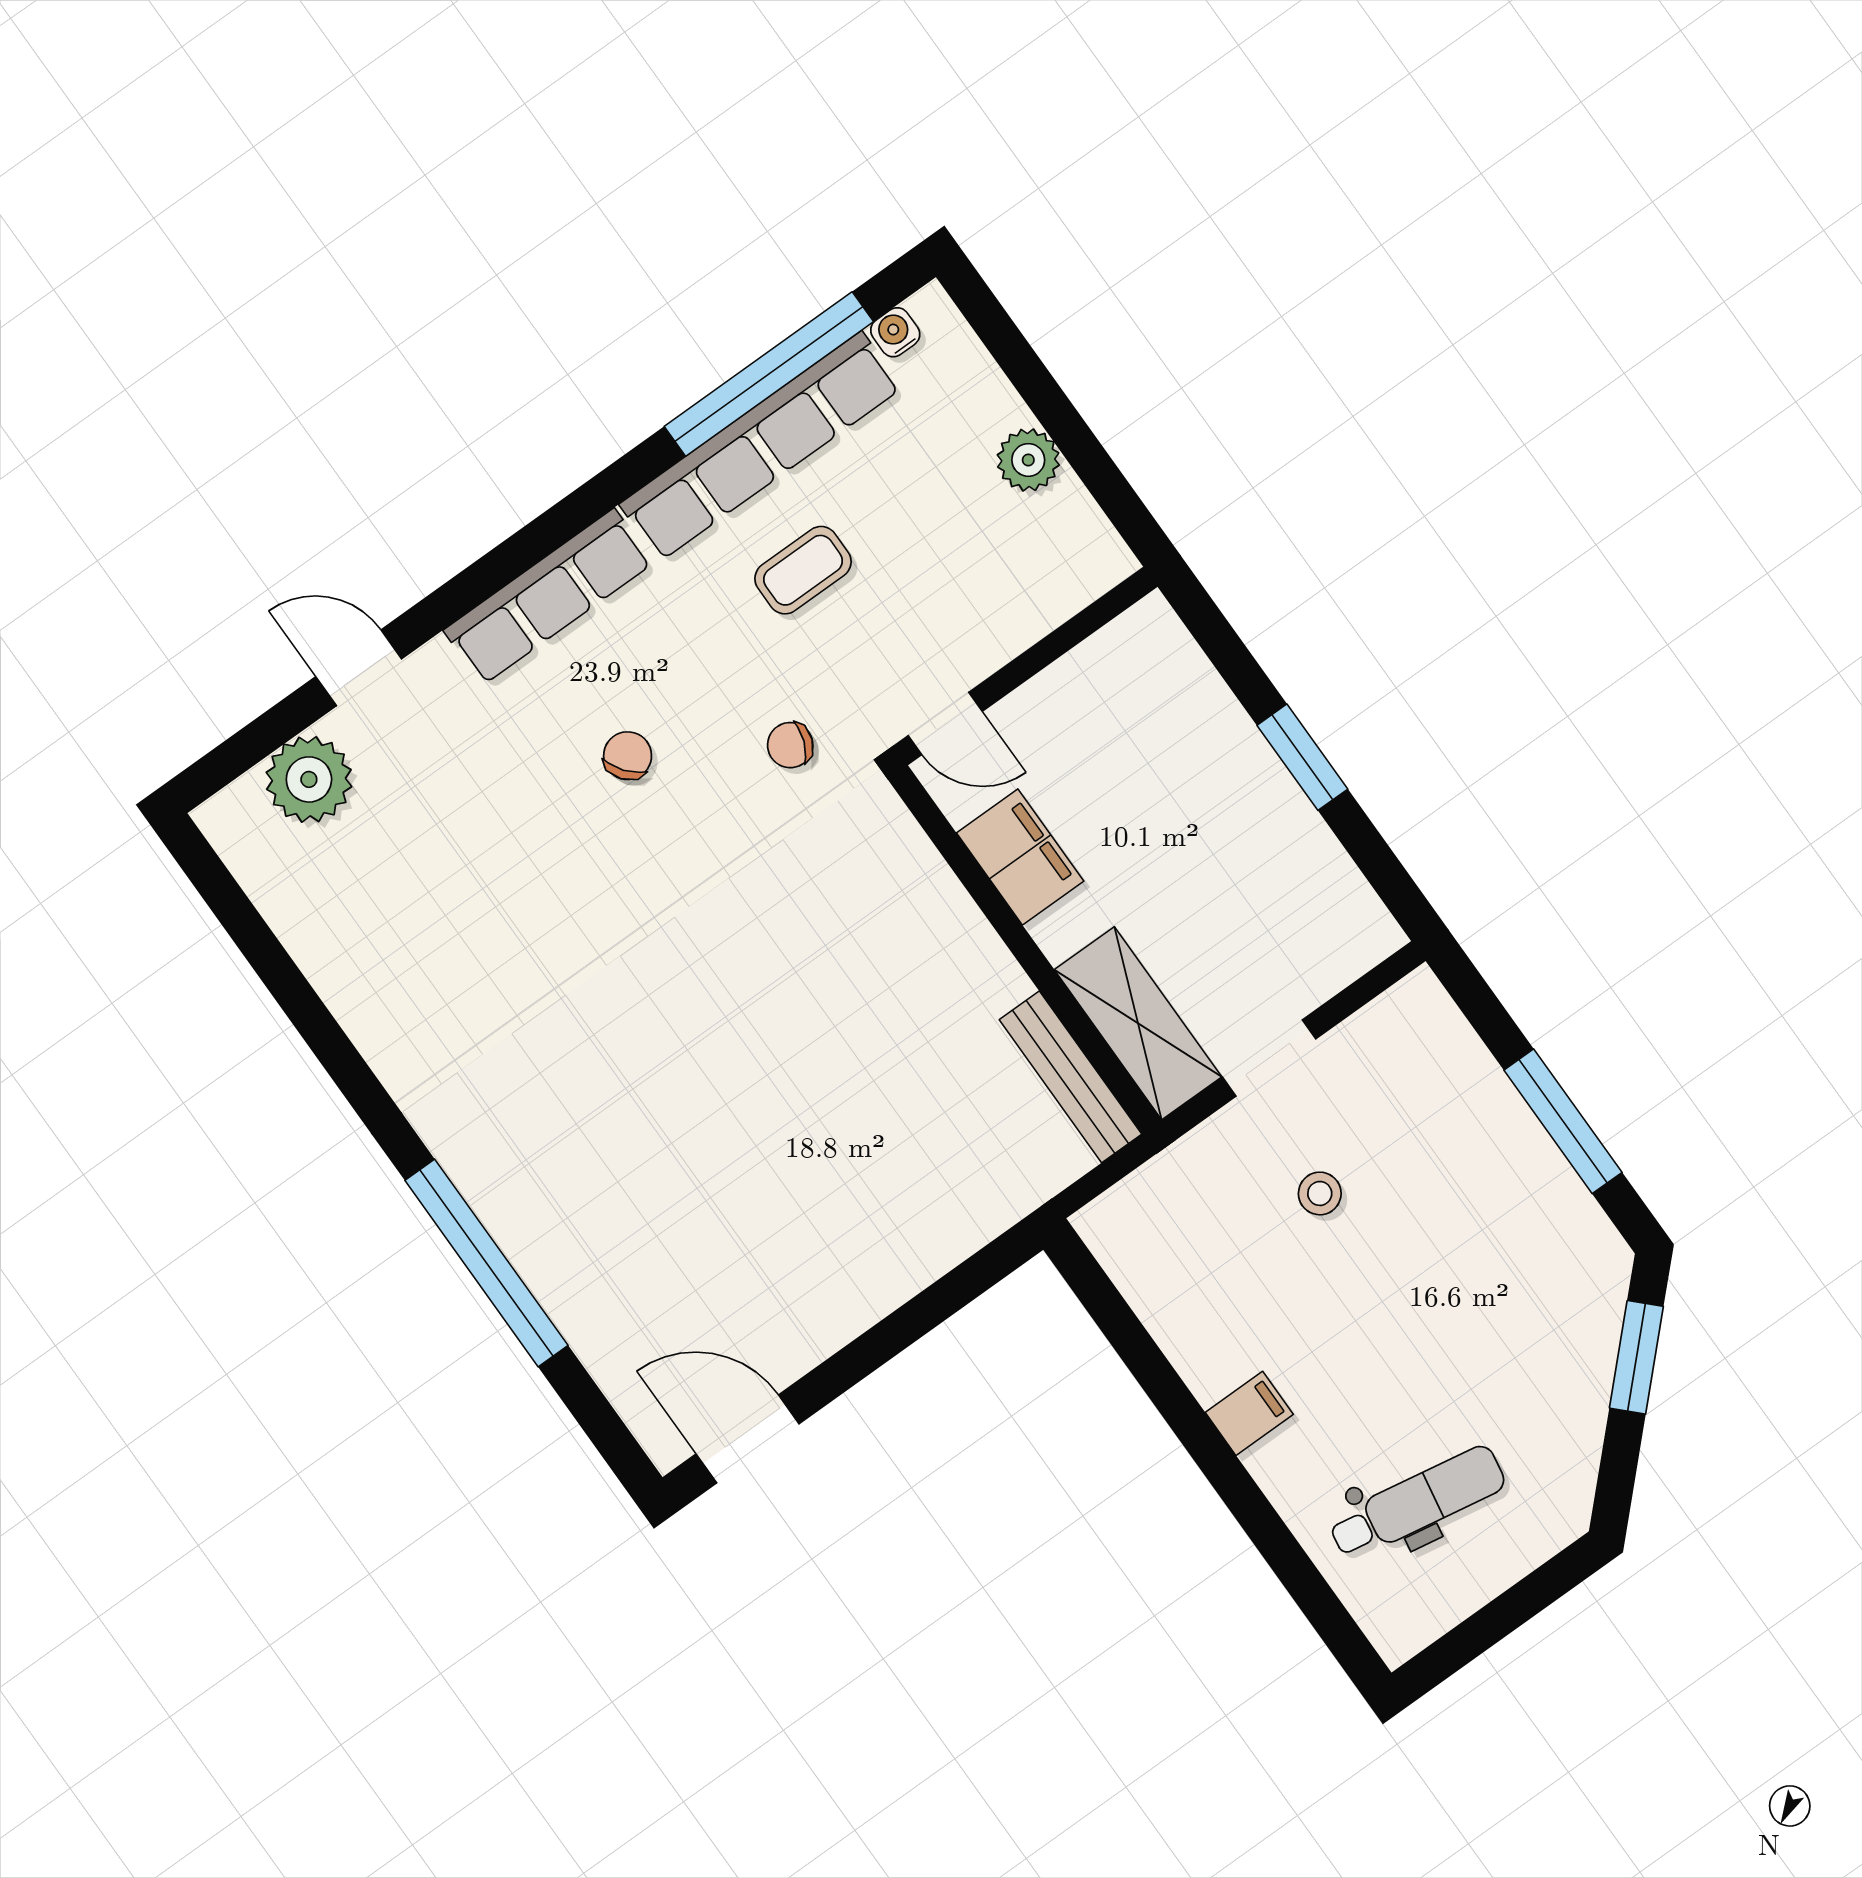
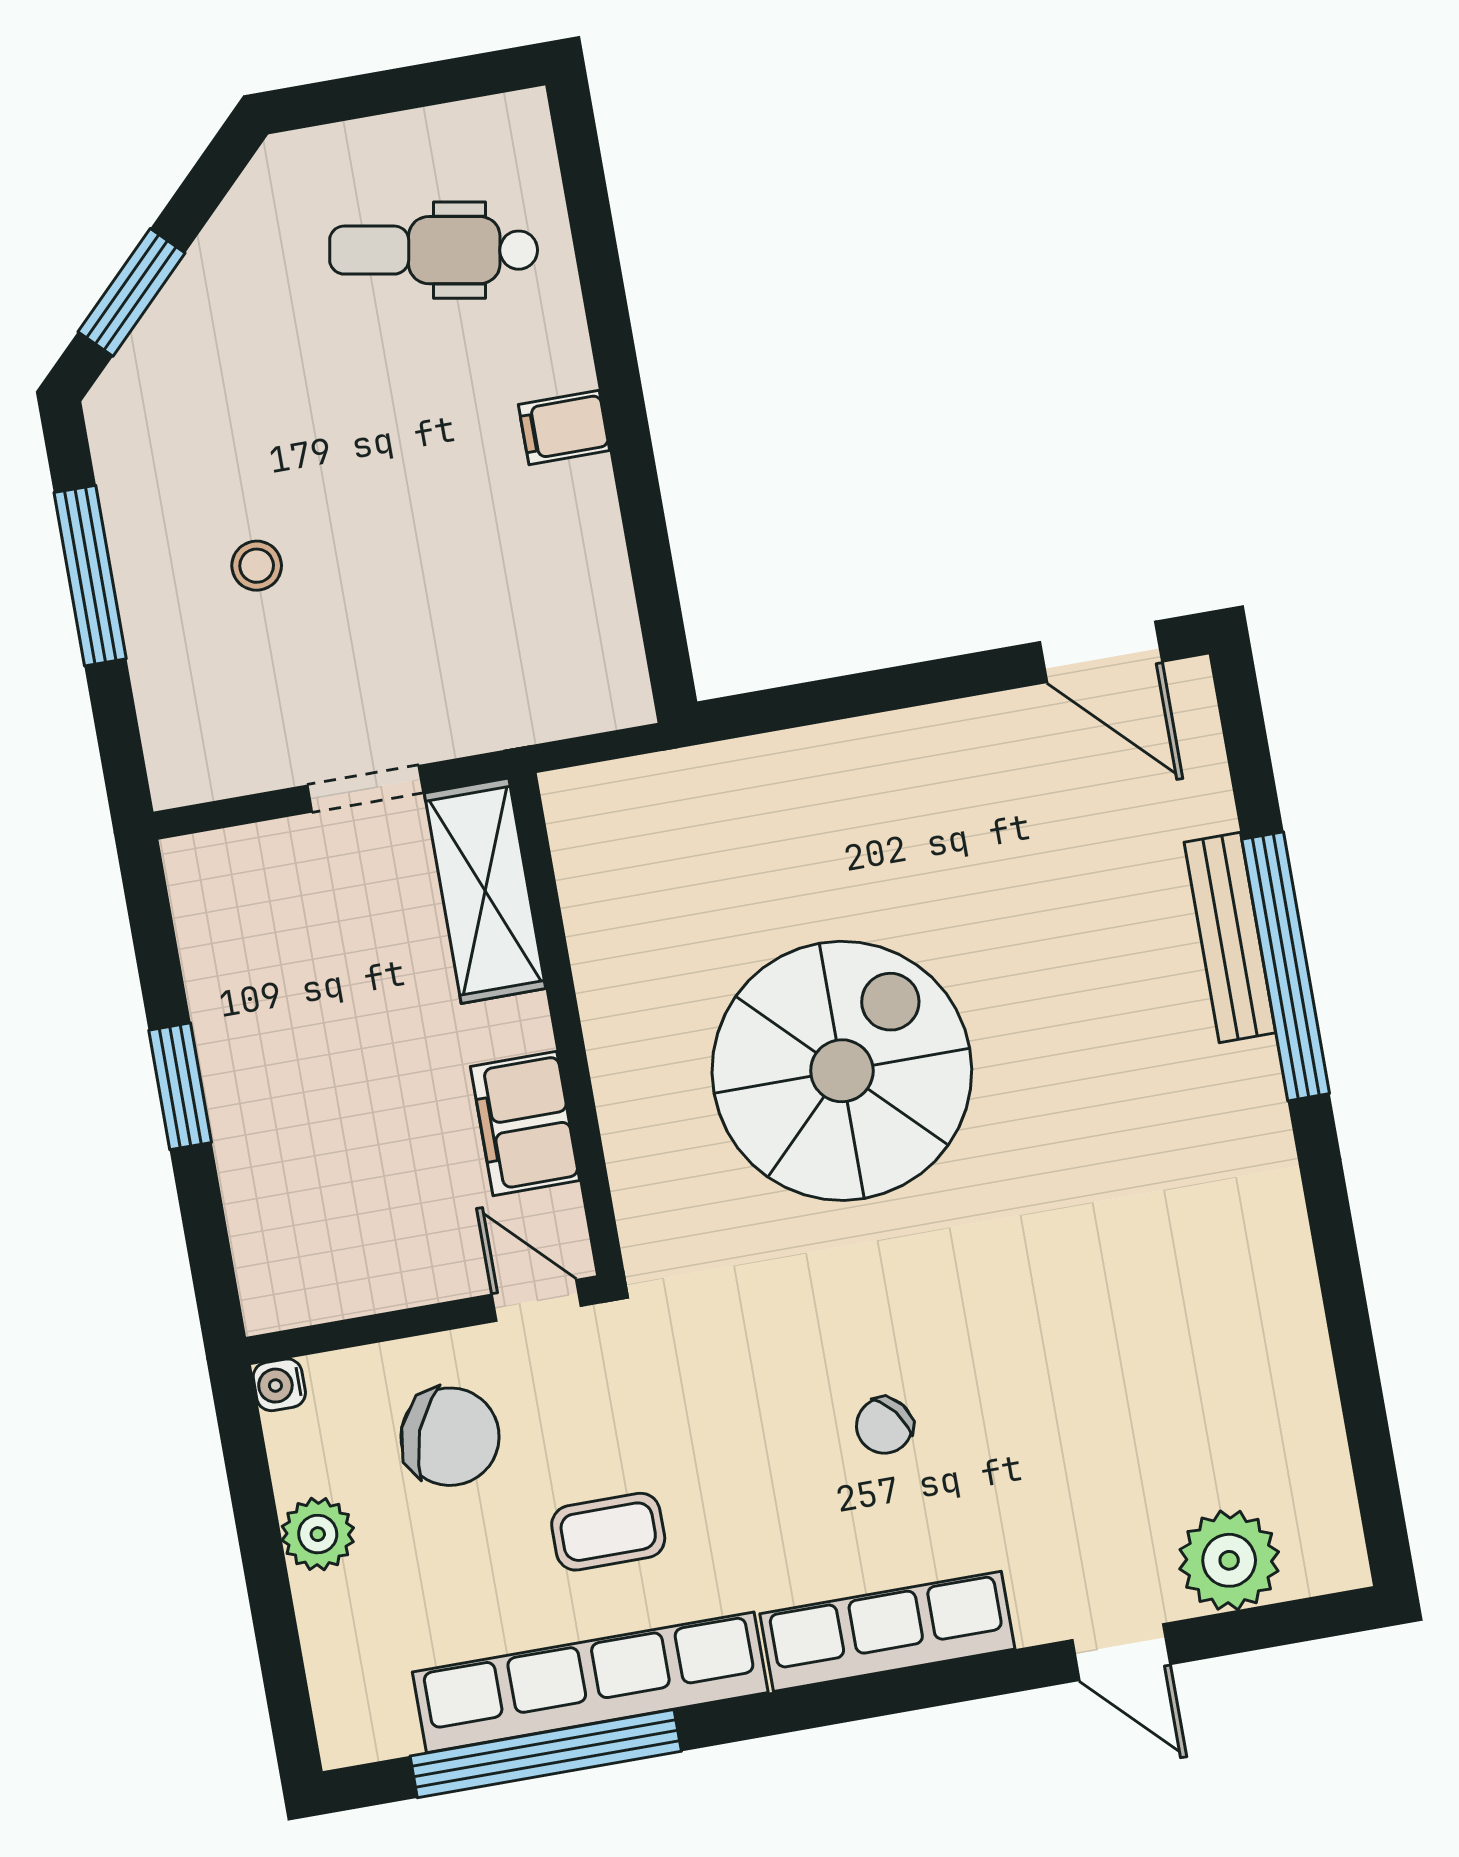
water cooler: (895, 332) -> (279, 1385), moved, turned 90
chair: (790, 745) -> (450, 1437), moved, width x1.87, depth x1.87
spiral stairs: (793, 1016) -> (842, 1071), added
bench: (1070, 1077) -> (1230, 937), moved
stool: (1320, 1193) -> (257, 566), moved

